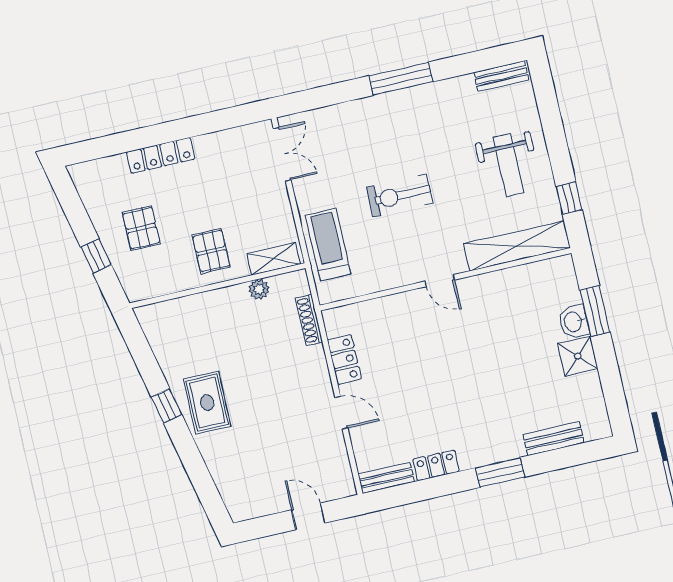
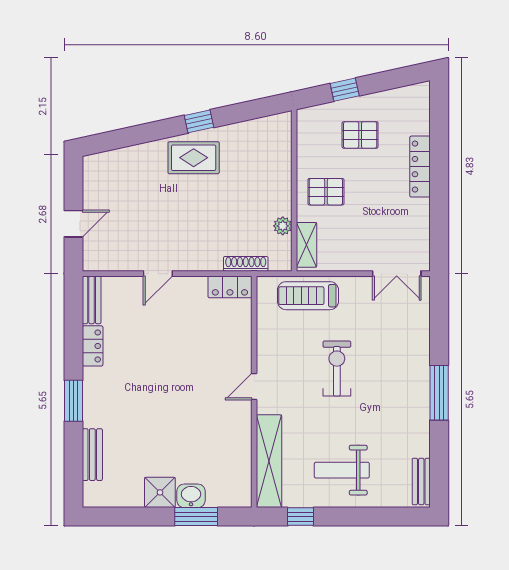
treadmill: (328, 245) -> (308, 296), turned 180
locker: (344, 359) -> (230, 287), moved

